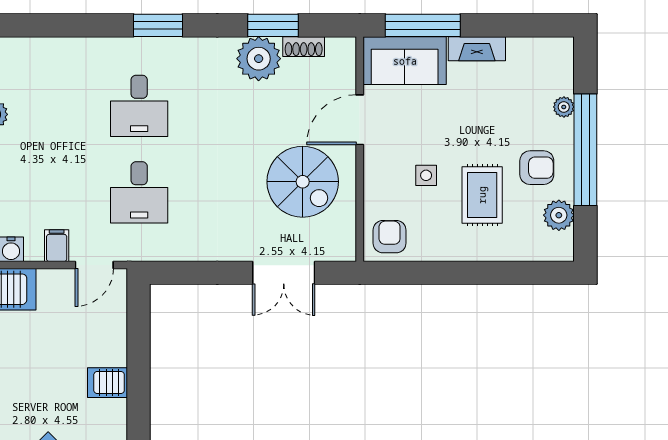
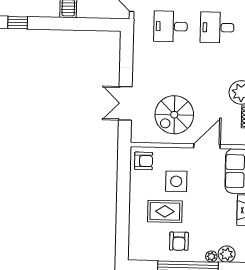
door: (360, 120) -> (207, 146), hinge flipped
side table: (426, 175) -> (176, 181), width x1.87, depth x1.87
plant: (559, 215) -> (227, 254), moved

